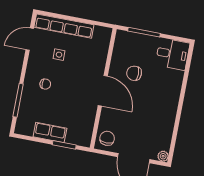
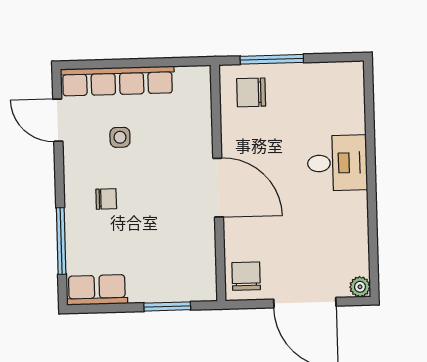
door: (30, 39) -> (58, 120), hinge flipped
desk: (173, 54) -> (337, 163), moved
chair: (134, 73) -> (251, 92), moved
row of seats: (50, 132) -> (97, 290), moved

